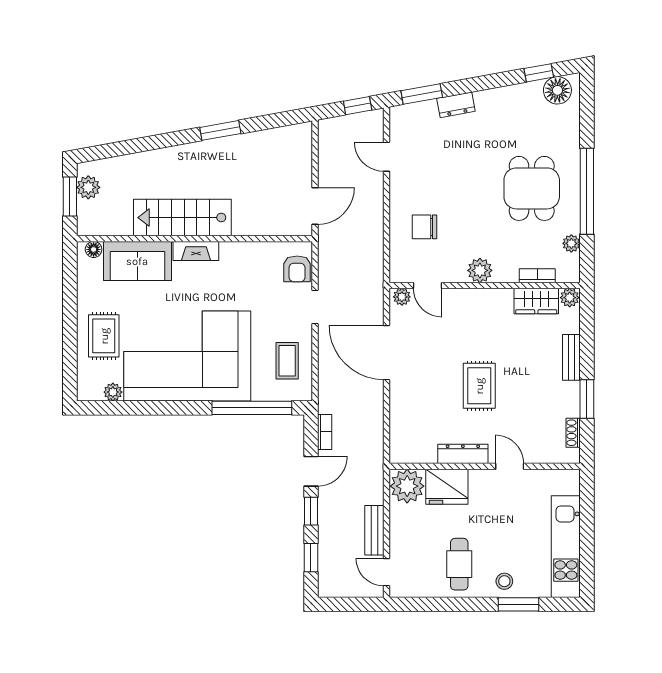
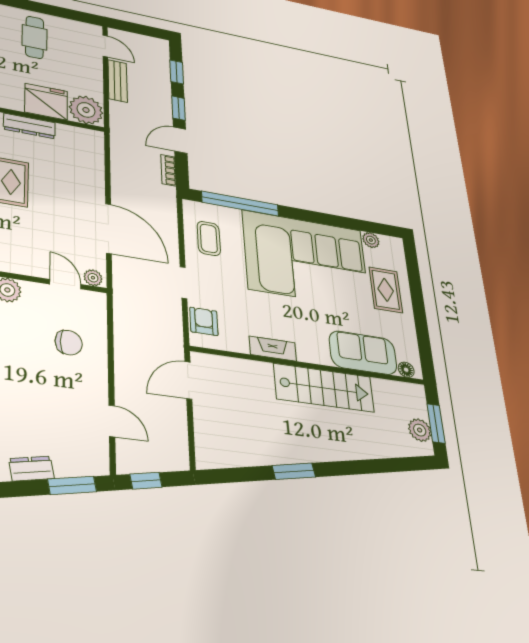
fireplace: (196, 251) -> (273, 349), moved

